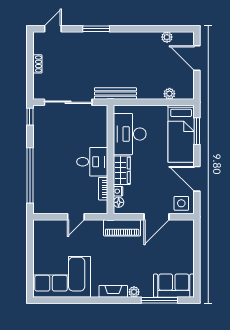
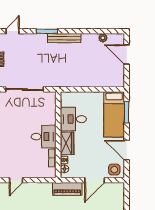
bench: (115, 94) -> (64, 38), moved
plant: (169, 94) -> (105, 83), removed
desk: (130, 134) -> (73, 119), width x0.73
door: (76, 217) -> (16, 180), moved

